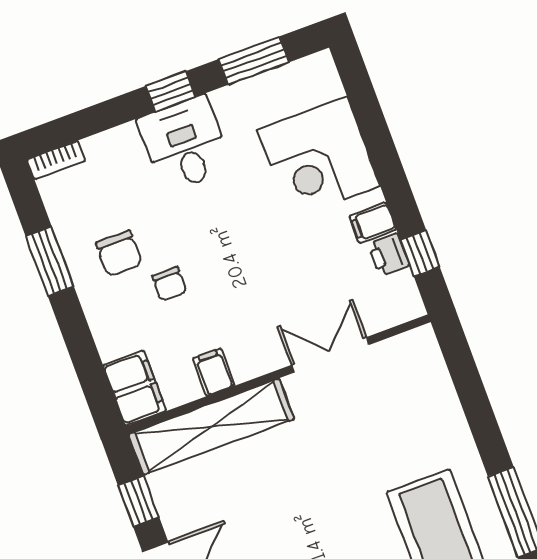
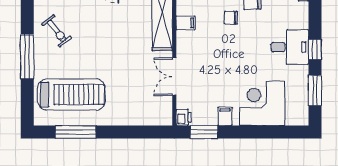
window: (420, 253) -> (204, 132), width x1.50
printer: (389, 255) -> (184, 117), moved, turned 90
double door: (330, 355) -> (174, 77), swing flipped

